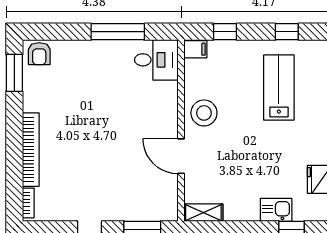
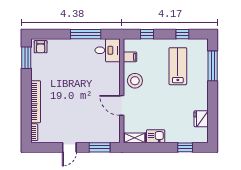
filing cabinet: (195, 49) -> (130, 57), moved
kitchen sink: (276, 210) -> (156, 136), moved

